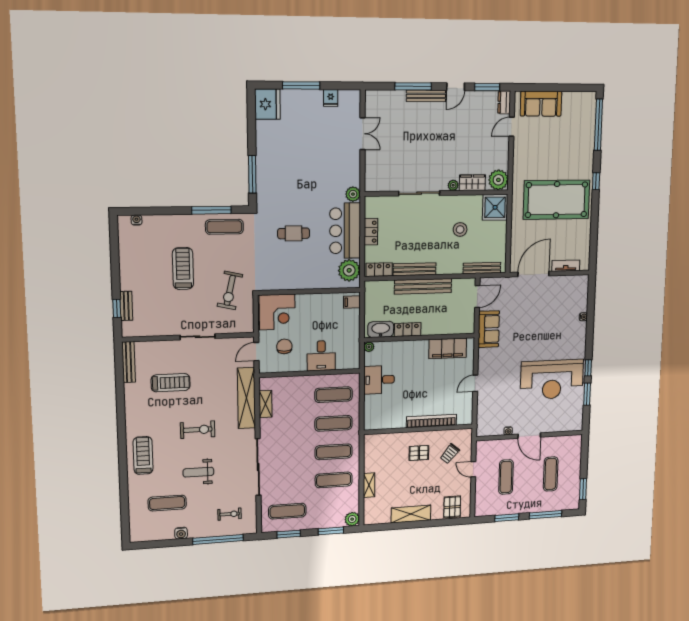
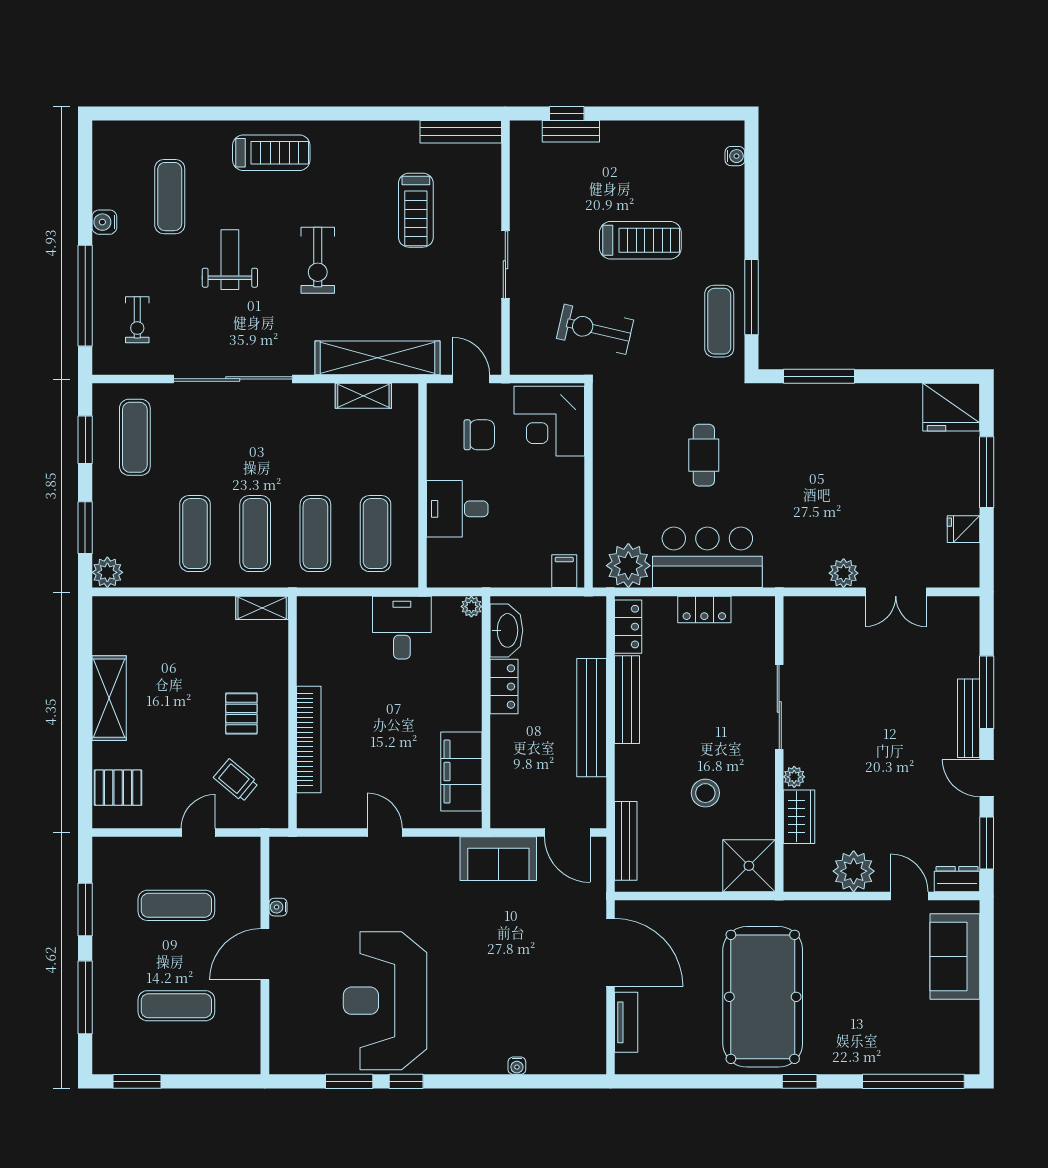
plant: (498, 180) -> (854, 871), moved
plant: (353, 194) -> (844, 573), moved
shelving: (369, 485) -> (262, 608), moved

